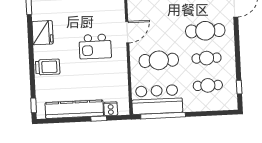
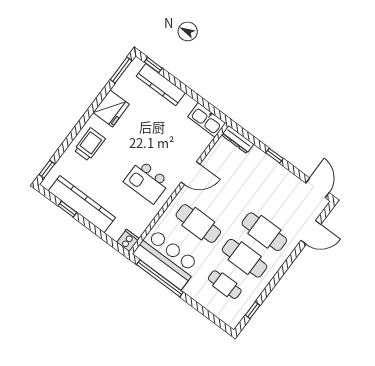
kitchen island: (95, 46) -> (147, 182), moved
cafe table: (207, 58) -> (245, 258), width x1.37, depth x1.35
trolley: (48, 67) -> (90, 144), turned -90
cooker: (111, 109) -> (128, 240), moved
window: (99, 119) -> (67, 209), moved

